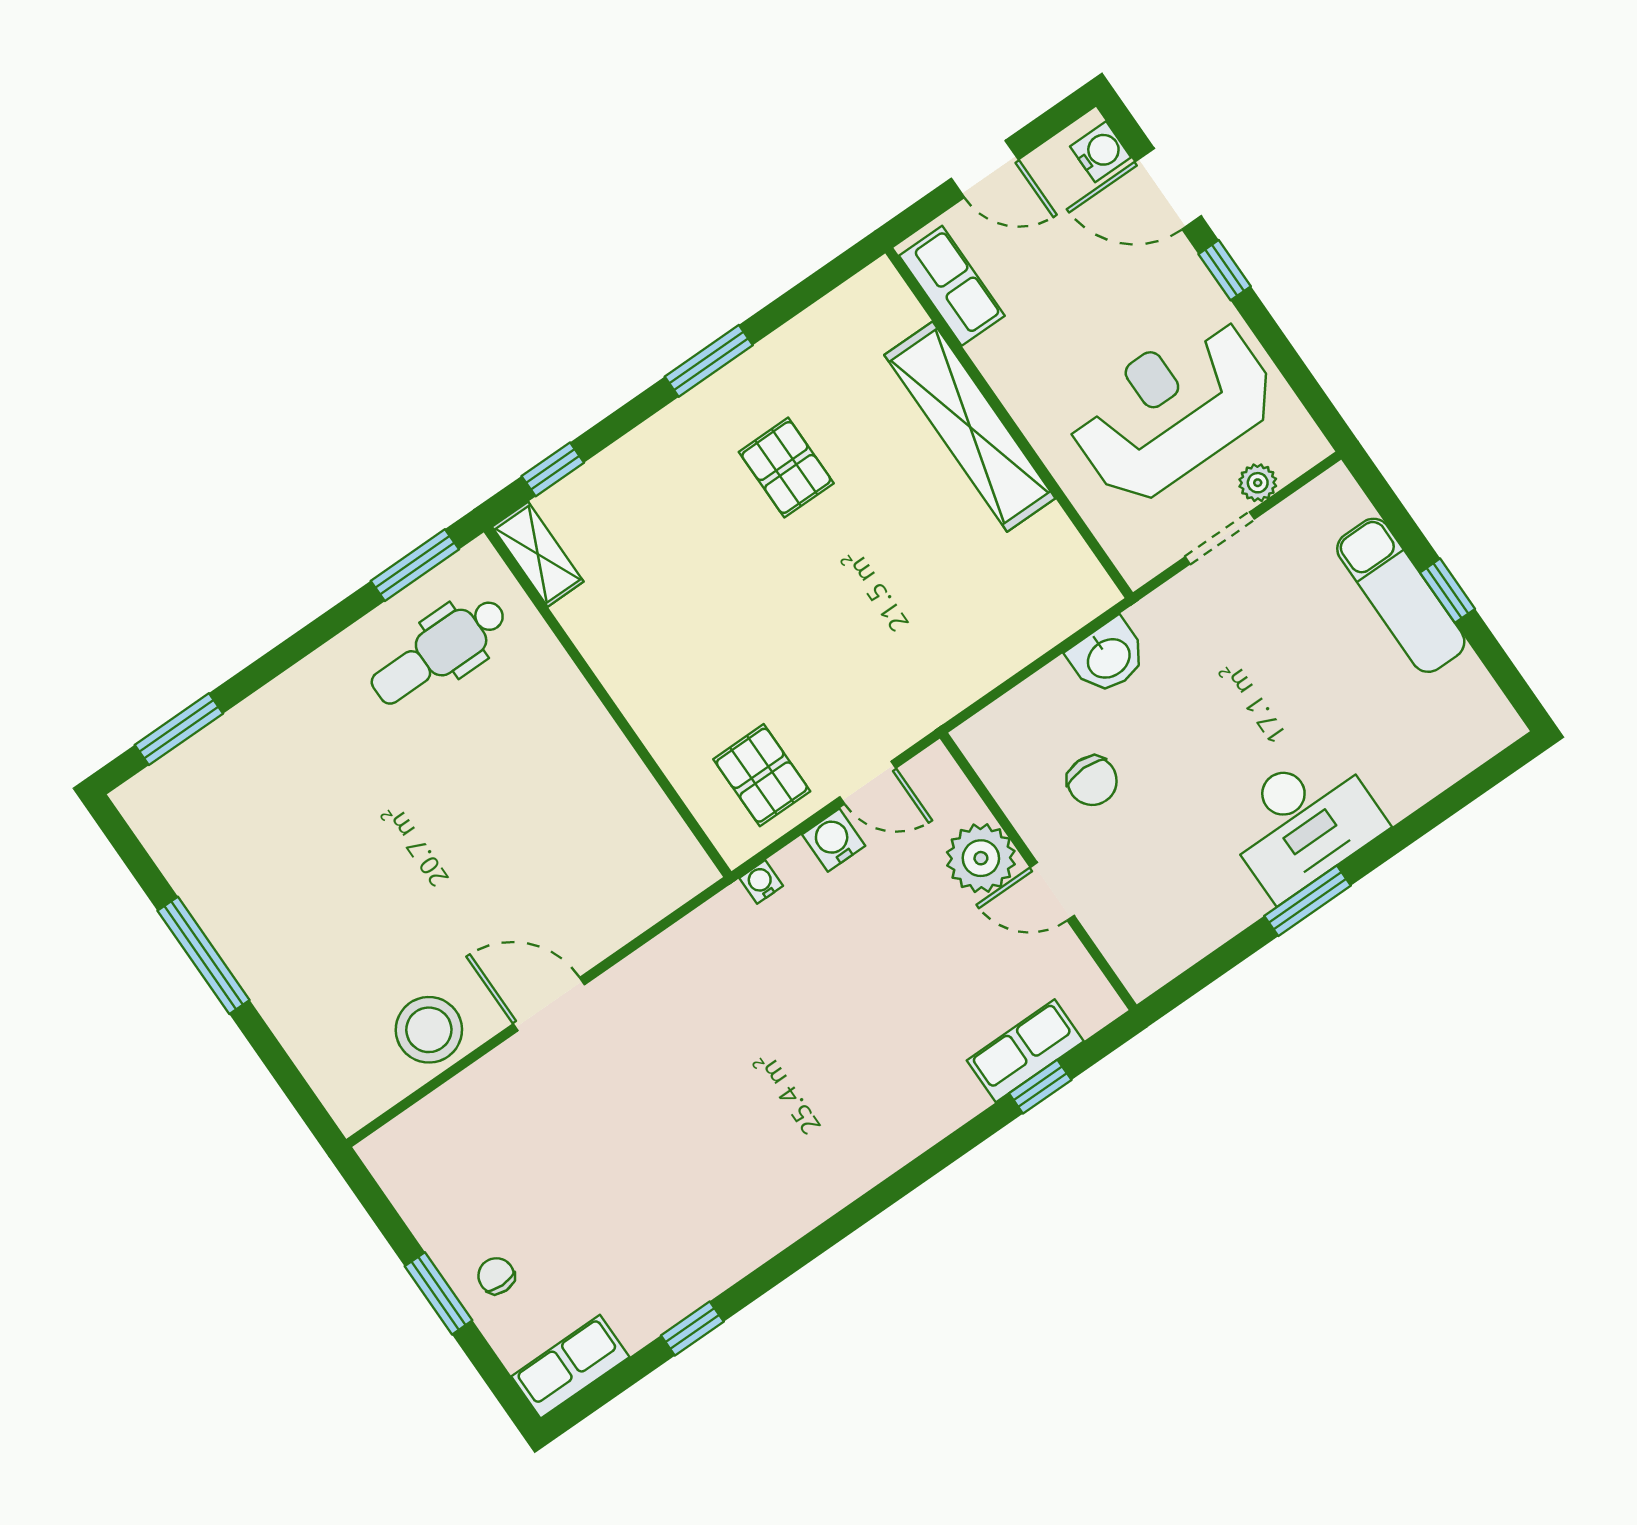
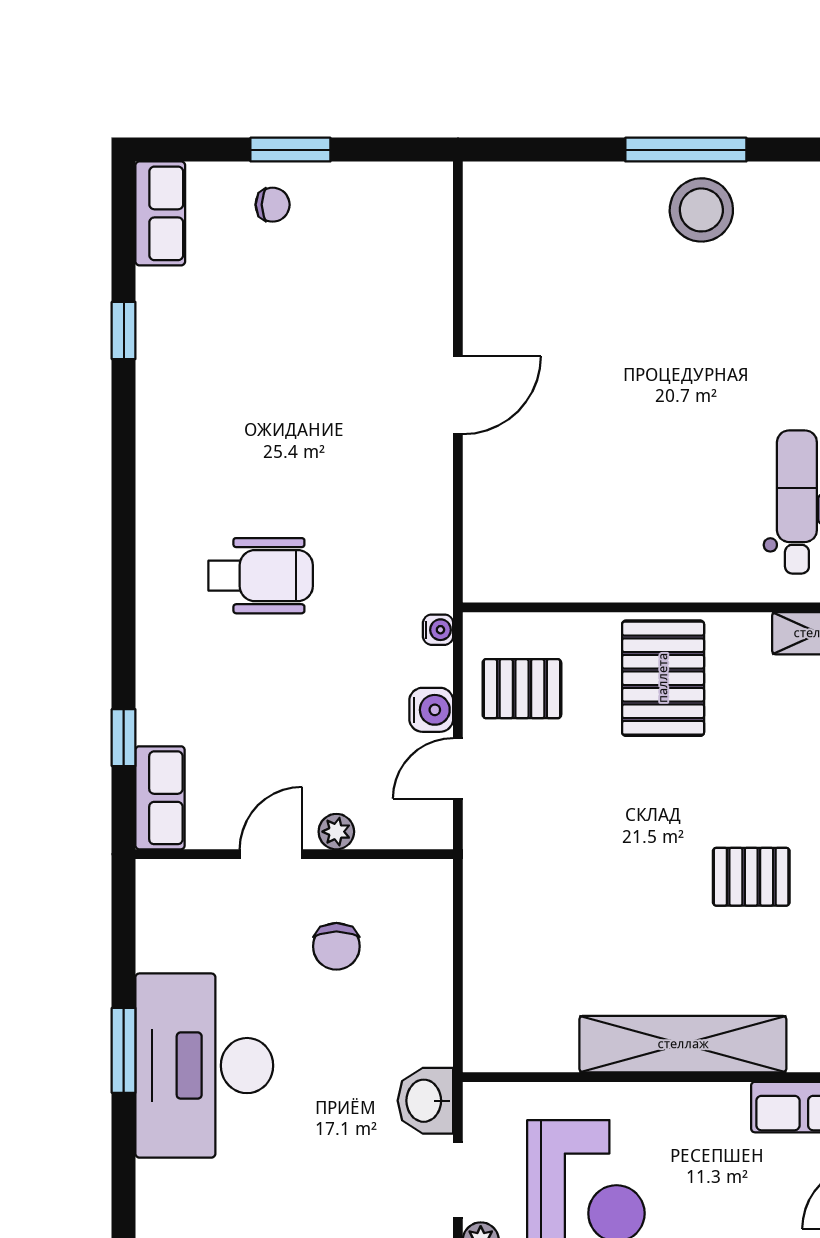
washbasin: (1108, 657) -> (425, 1101), moved
pallet: (669, 661) -> (663, 678), added
chair: (1092, 781) -> (336, 946), turned -90
desk: (1303, 822) -> (204, 1066), width x1.36, depth x1.30
plant: (981, 858) -> (336, 832), width x0.53, depth x0.53
stool: (429, 1030) -> (701, 210), moved
row of seats: (1025, 1051) -> (160, 798), moved
wheelchair: (820, 1066) -> (261, 576), added

